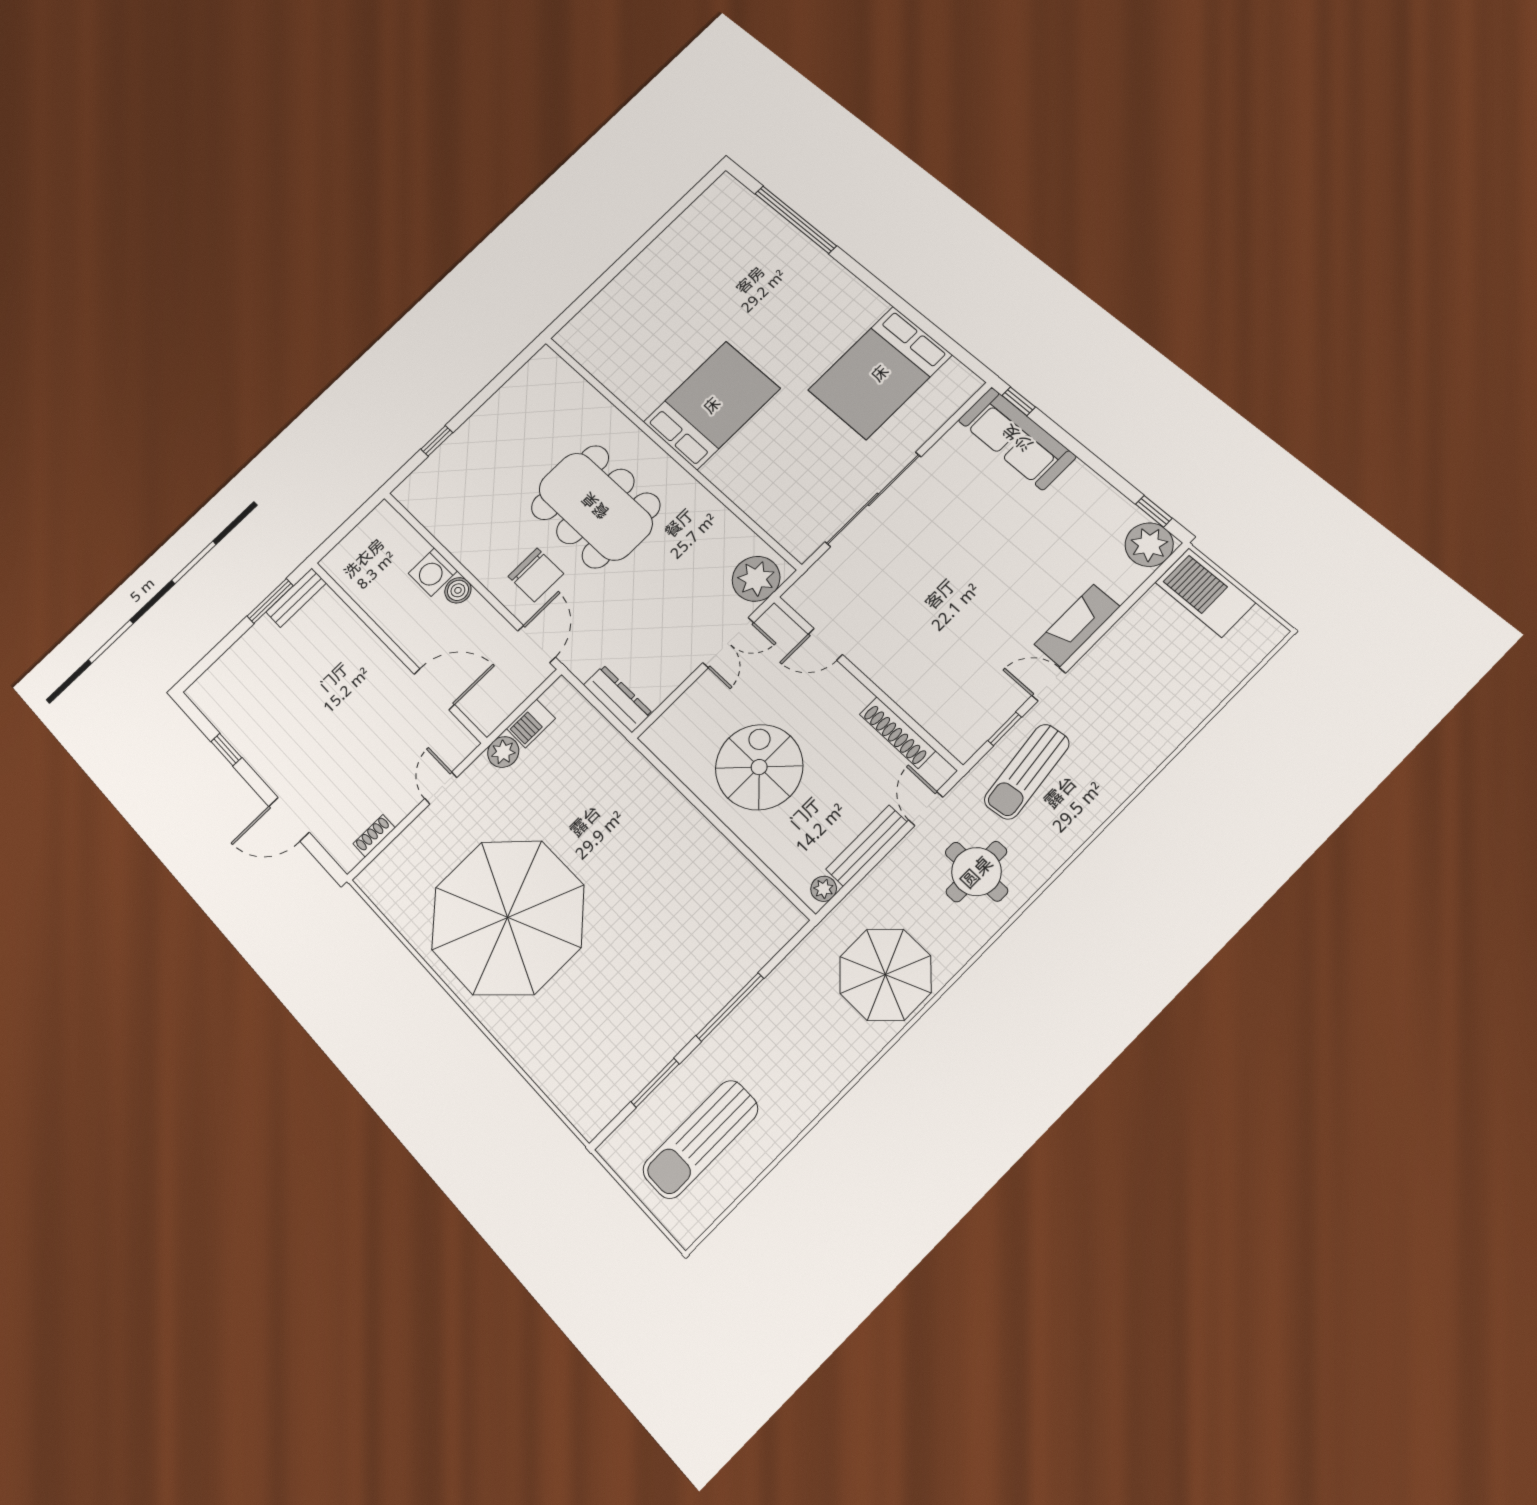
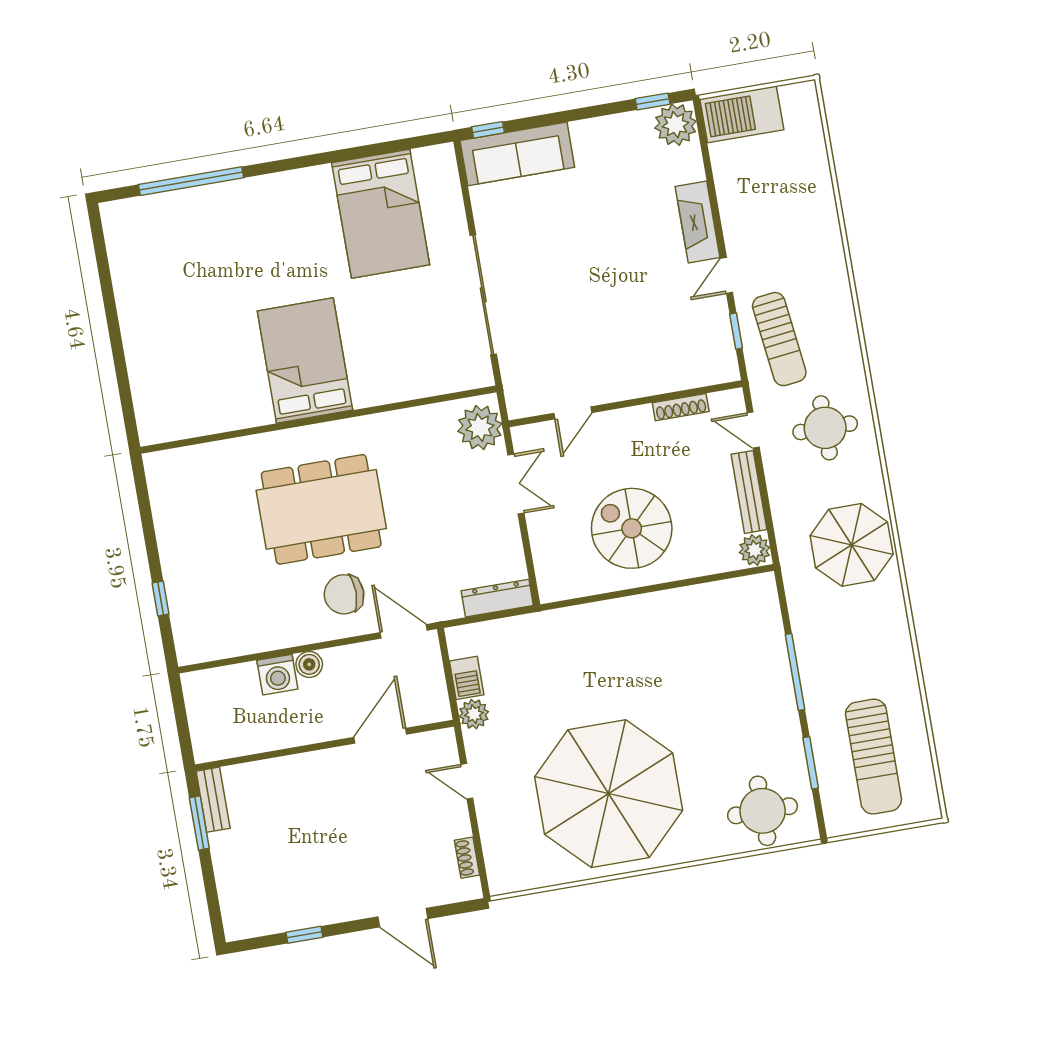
chair: (536, 575) -> (344, 594), turned 180
shoe rack: (897, 732) -> (681, 407), width x0.74, depth x0.81
door: (289, 819) -> (403, 918), hinge flipped
plant: (824, 889) -> (755, 550), width x1.38, depth x1.38
round table: (581, 1069) -> (763, 811), added

